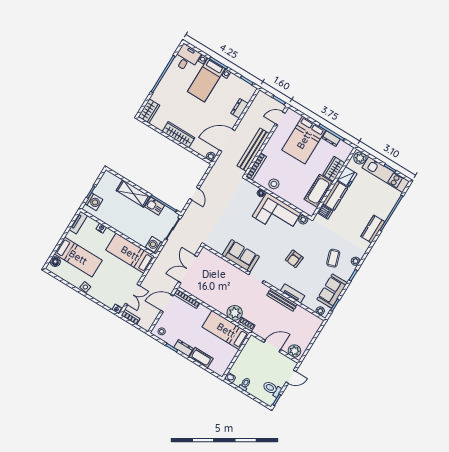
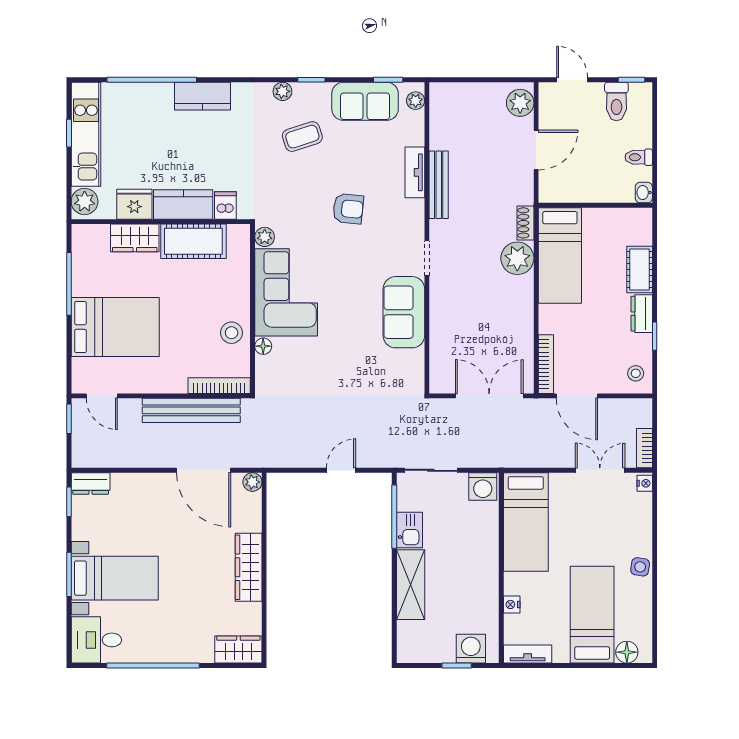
dresser: (239, 108) -> (91, 483), moved
dresser: (331, 139) -> (81, 278), removed
double door: (188, 269) -> (489, 396), swing flipped
door: (272, 346) -> (536, 150), swing flipped

